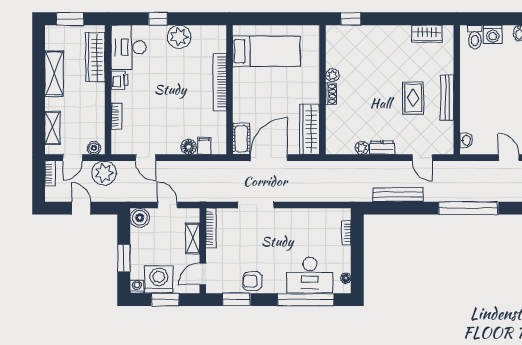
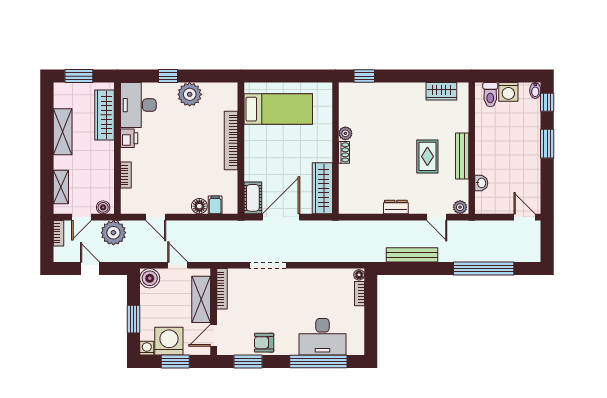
washbasin: (466, 140) -> (481, 183), moved
plant: (362, 148) -> (460, 207), moved
shelving: (193, 238) -> (201, 299), width x1.50, depth x1.33
floor lamp: (346, 278) -> (359, 275), moved

